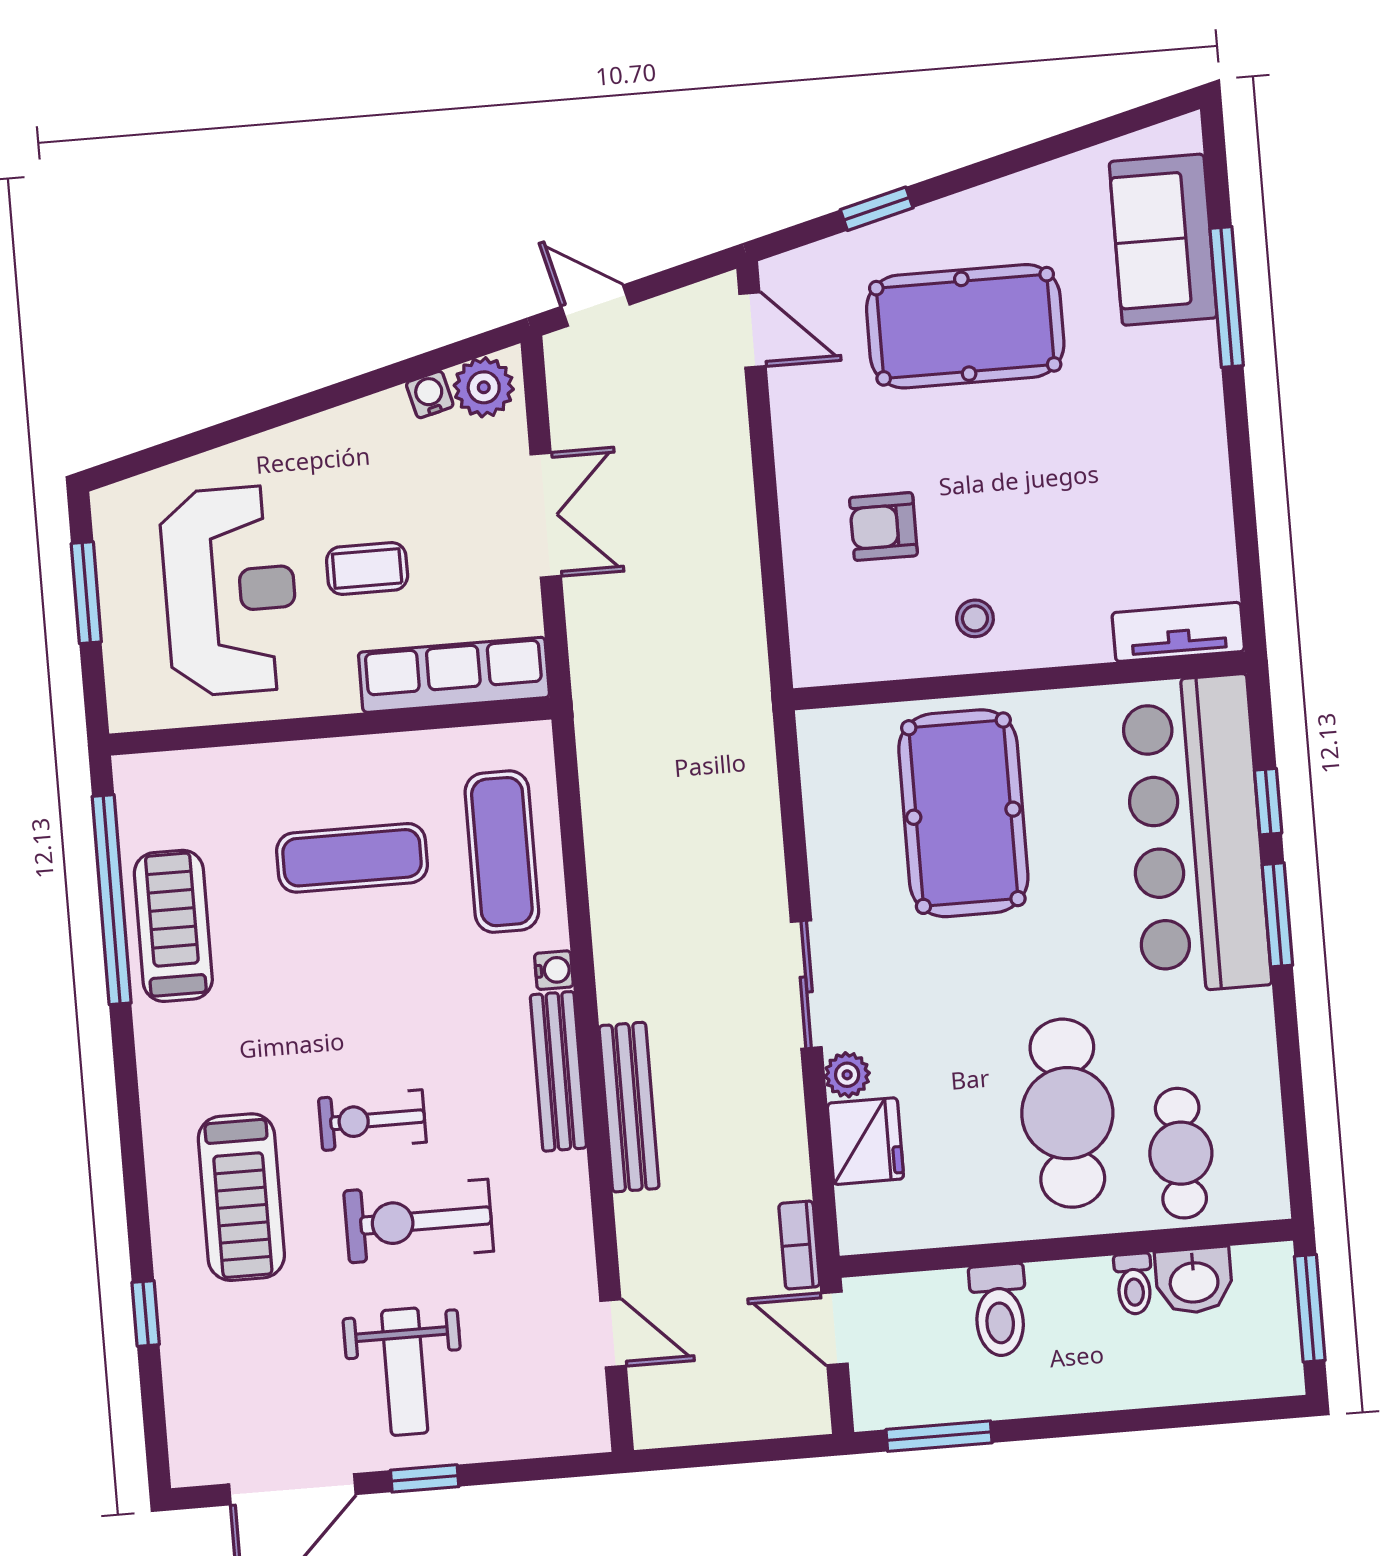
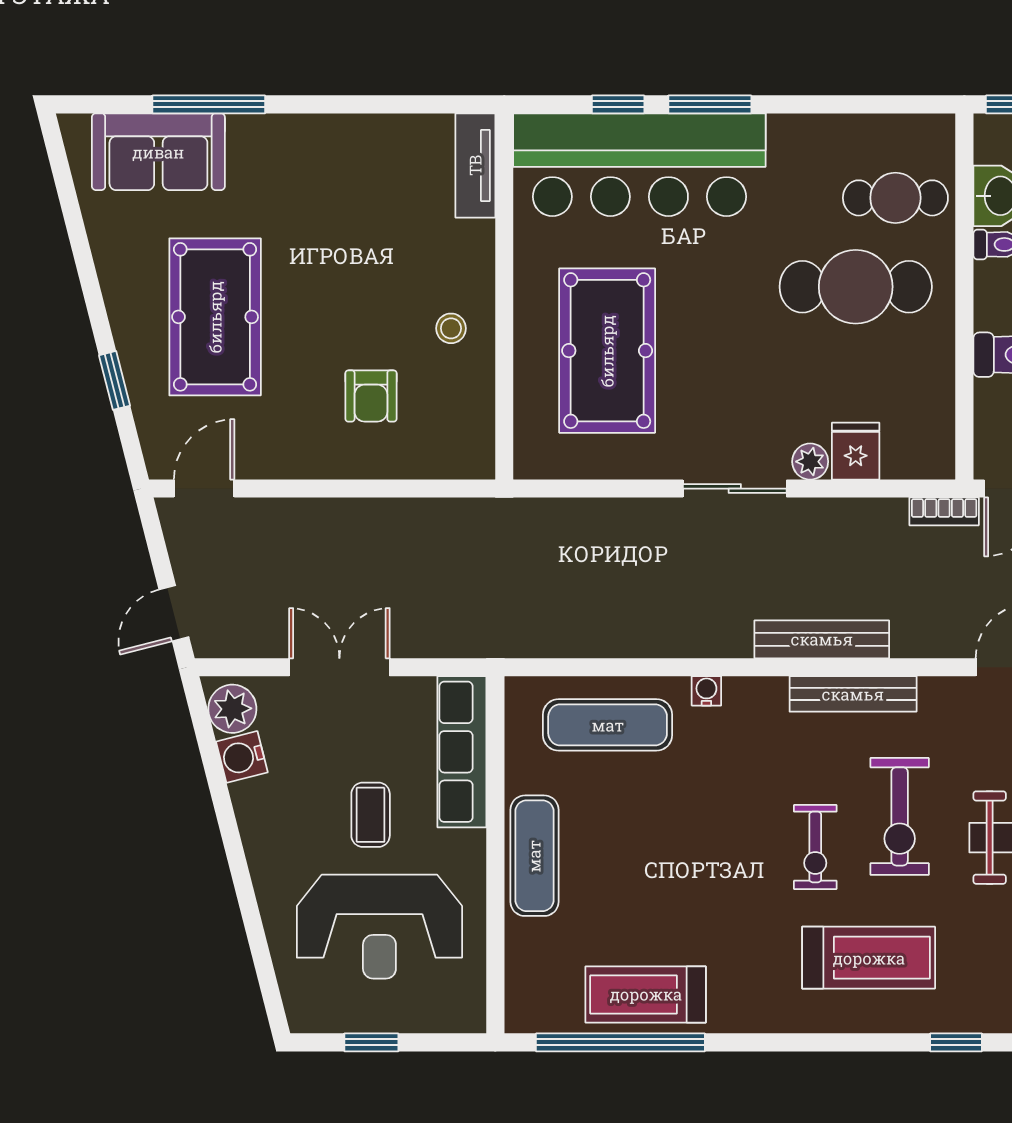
water cooler: (430, 395) -> (242, 757), width x1.38, depth x1.38
reception desk: (230, 591) -> (379, 927), turned 180
window: (86, 593) -> (371, 1042), width x0.67
pool table: (963, 813) -> (607, 351), turned 90
exercise mat: (352, 858) -> (534, 856), moved
bench: (558, 1071) -> (853, 694), moved
fridge: (865, 1141) -> (856, 451), width x0.72

